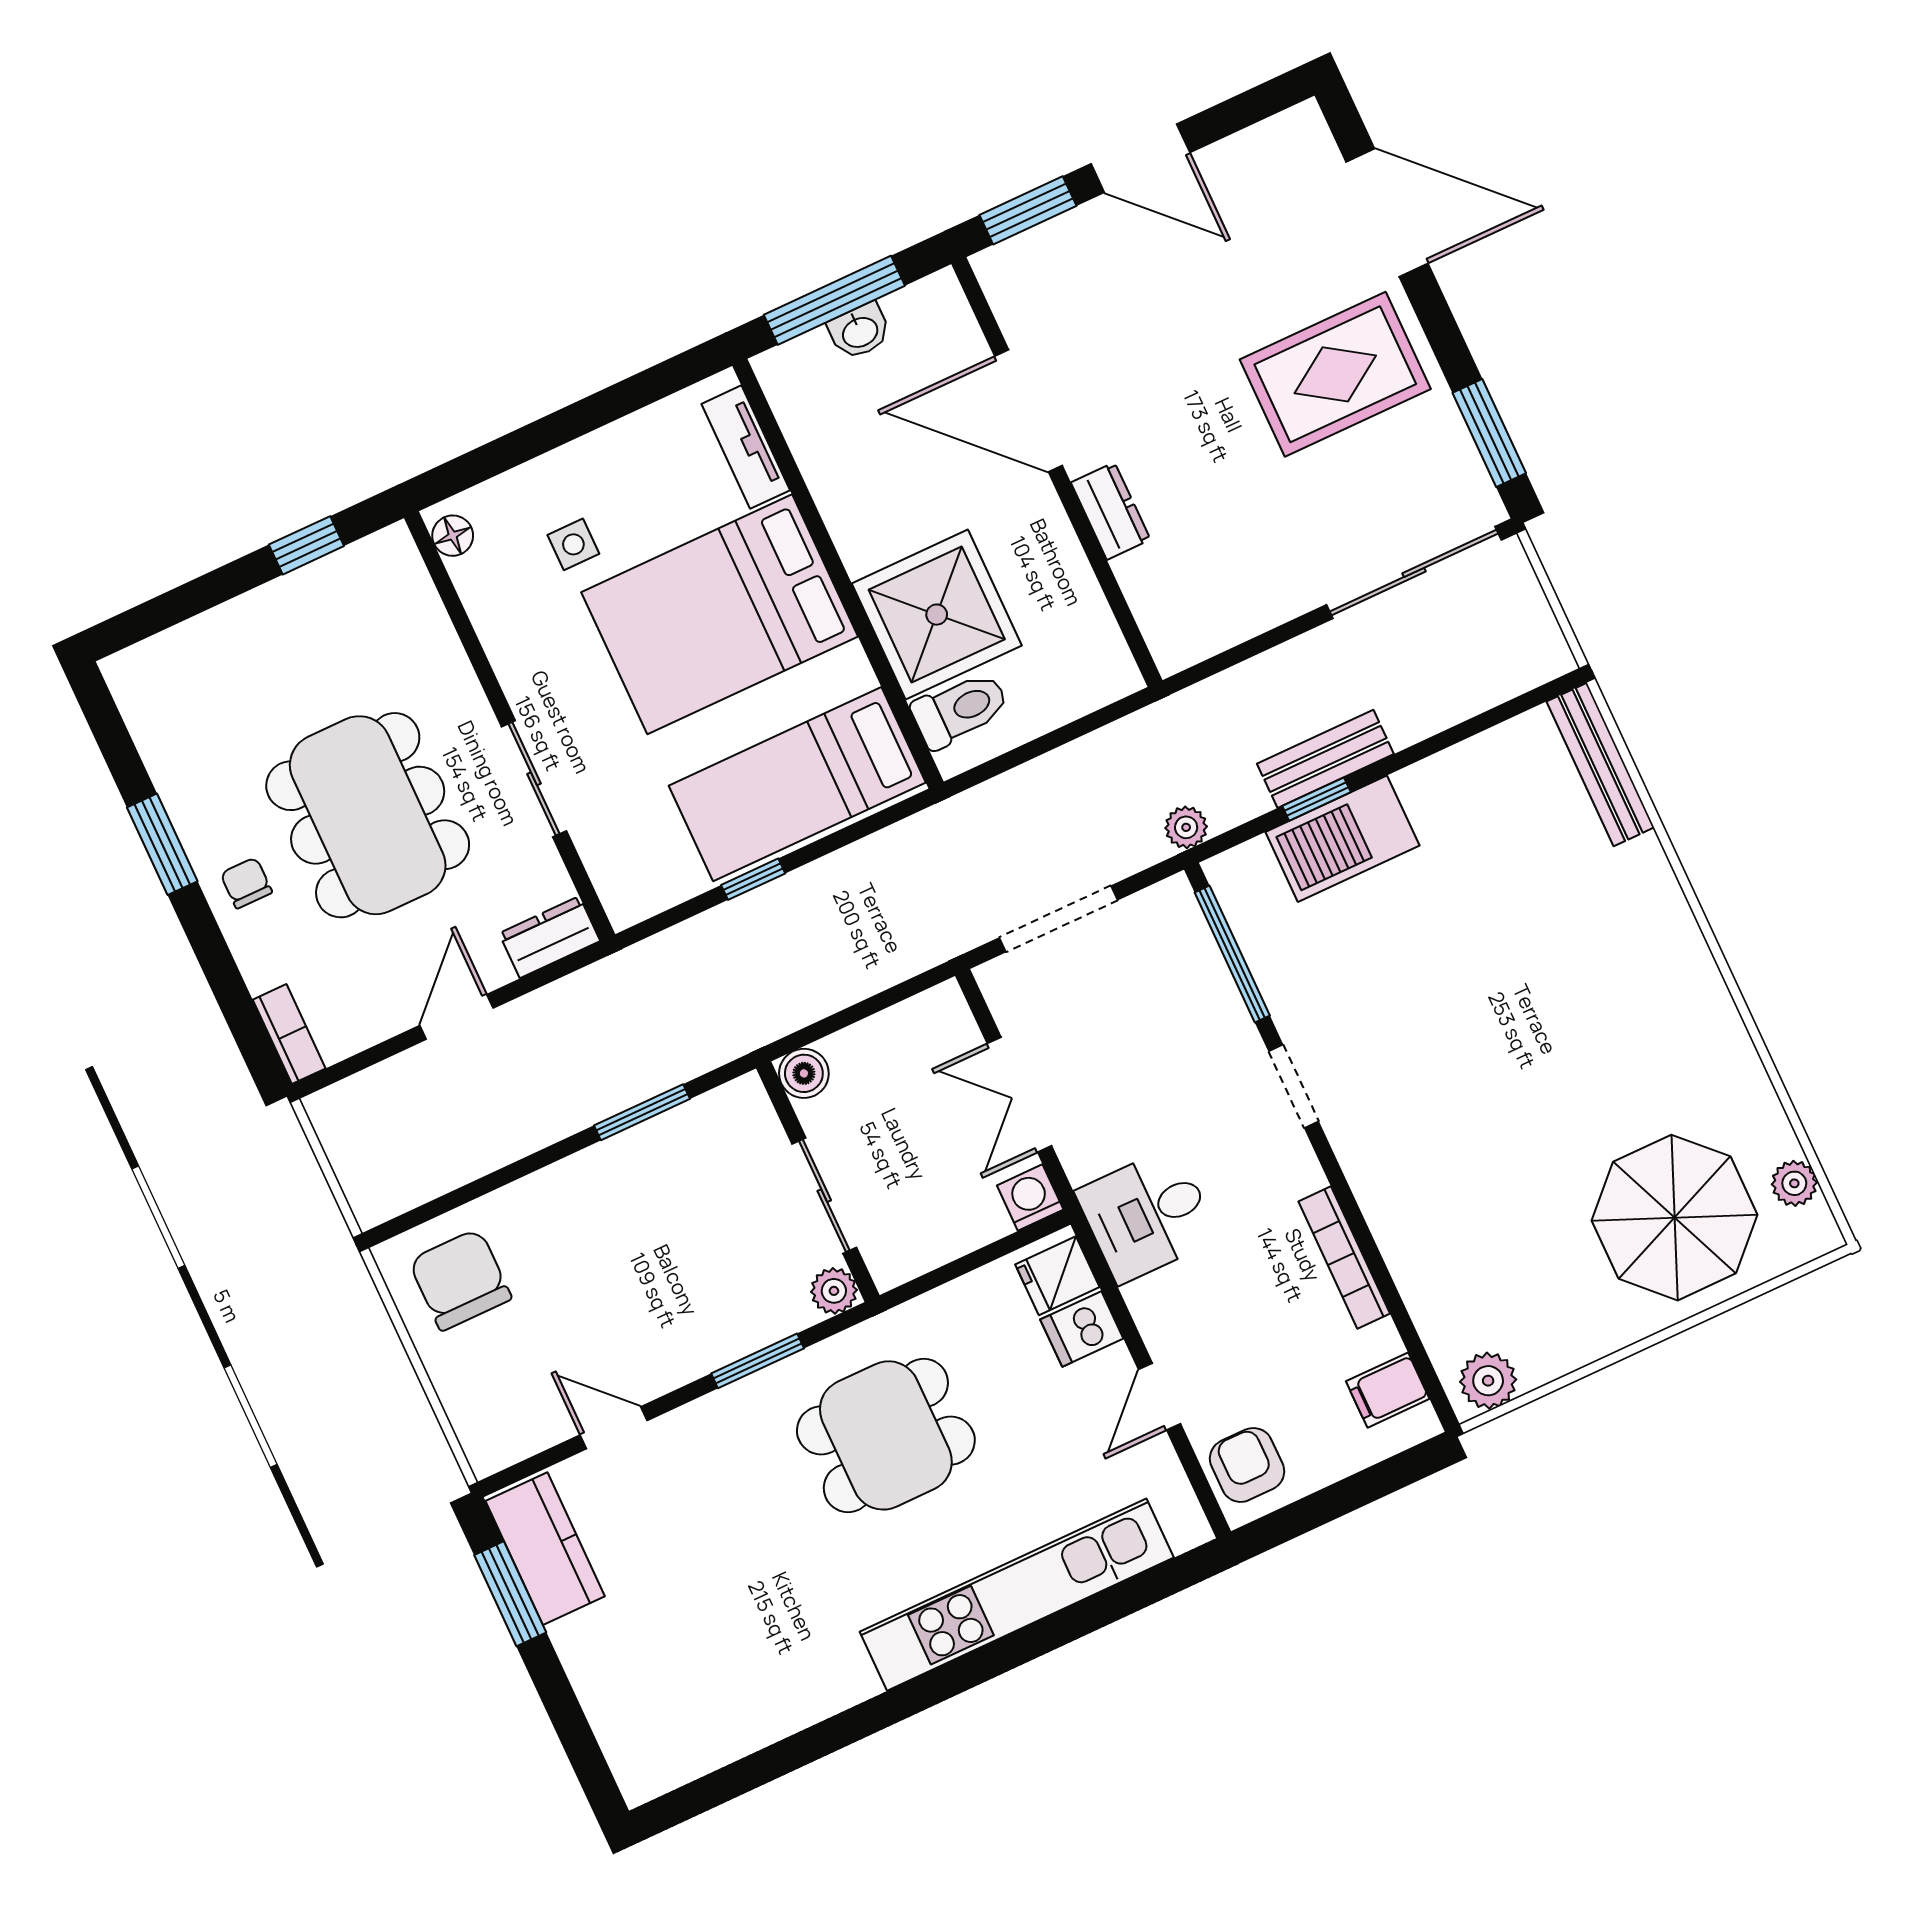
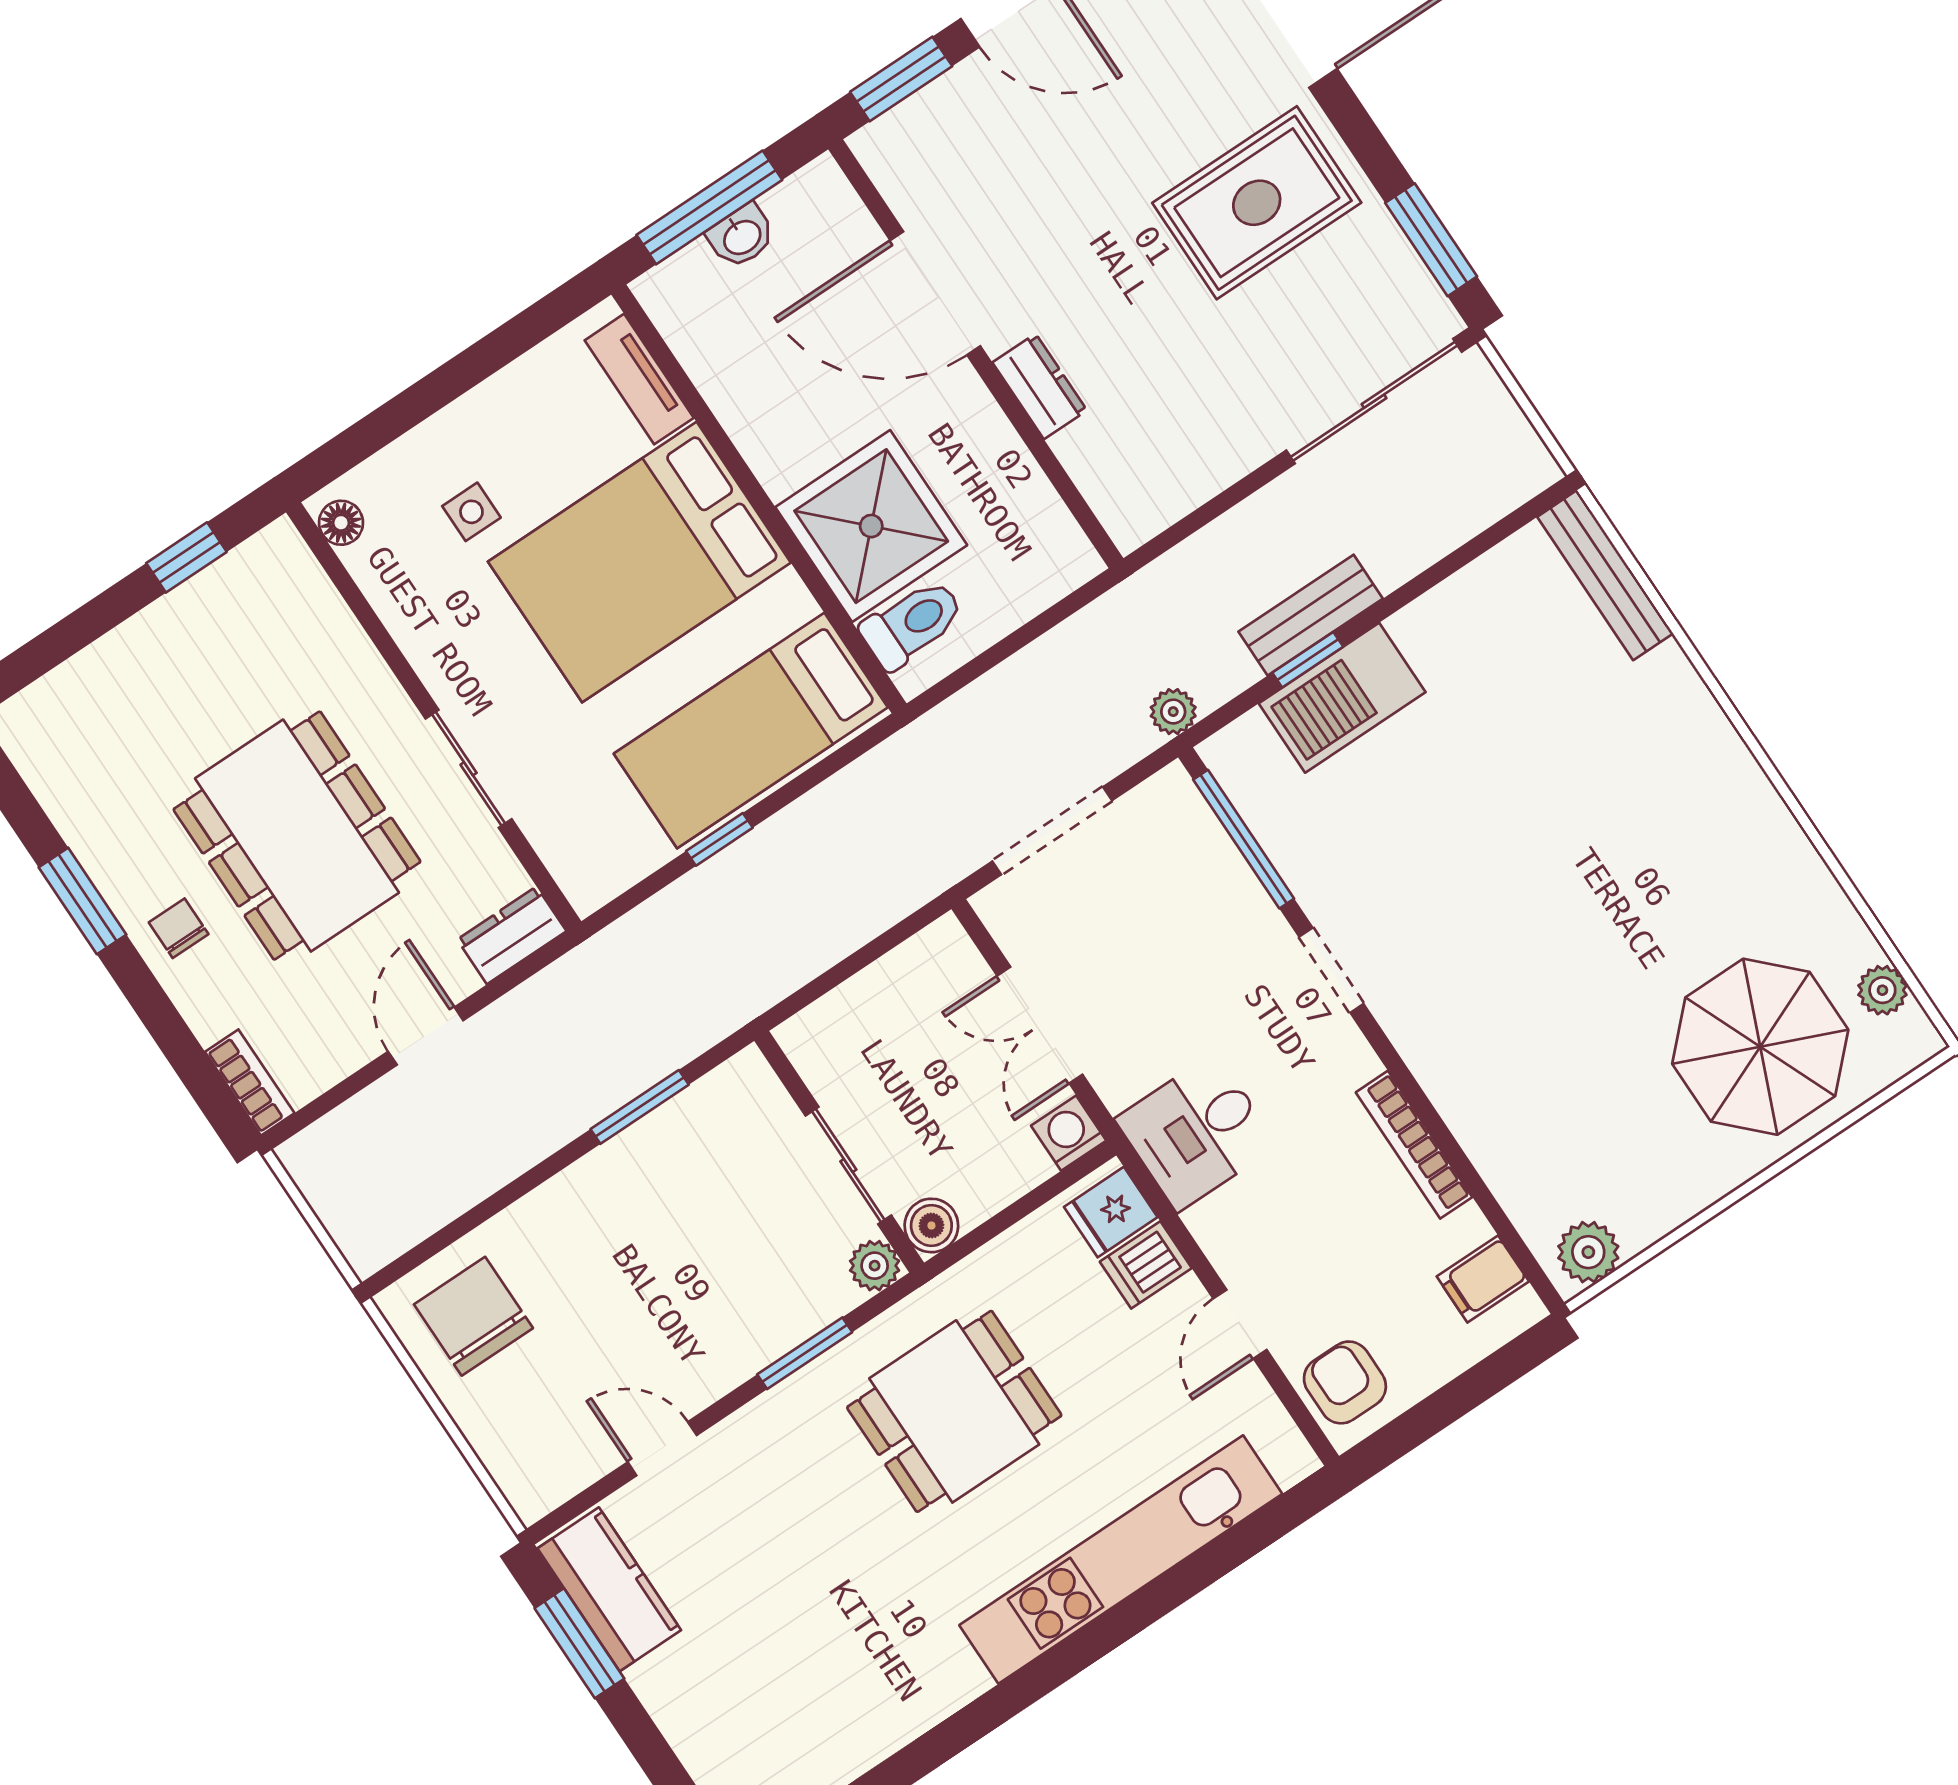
boiler: (804, 1073) -> (931, 1225), moved

